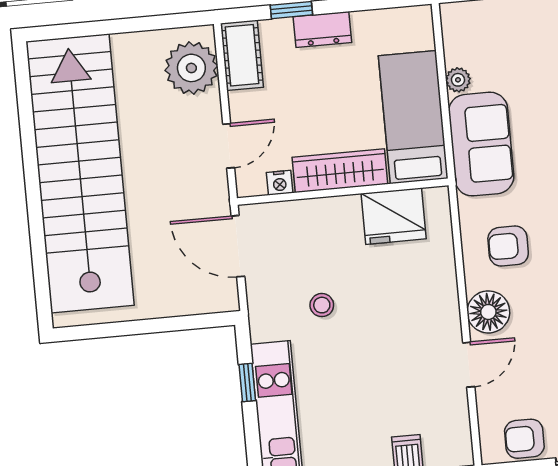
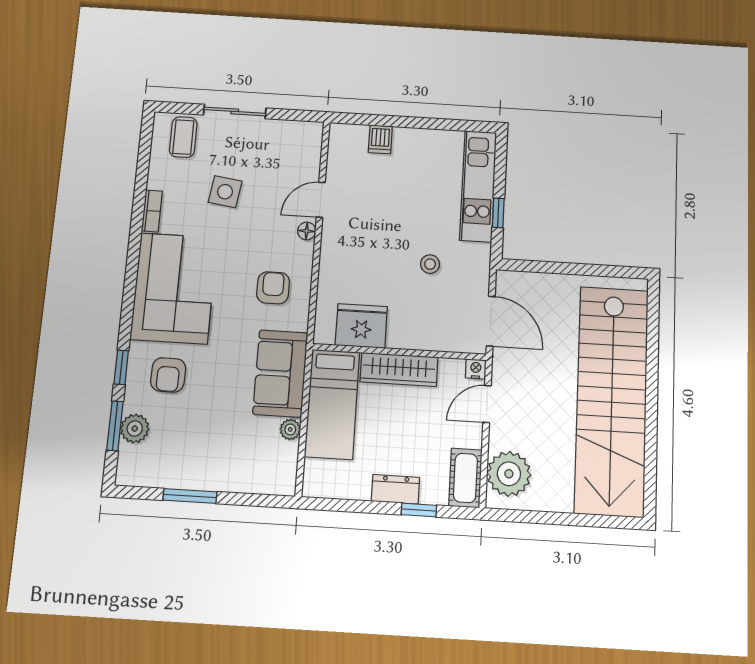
nightstand: (280, 183) -> (476, 369), moved
armchair: (508, 246) -> (273, 288), turned -90
floor lamp: (488, 312) -> (307, 231), width x0.53, depth x0.53
armchair: (524, 439) -> (287, 137), removed

